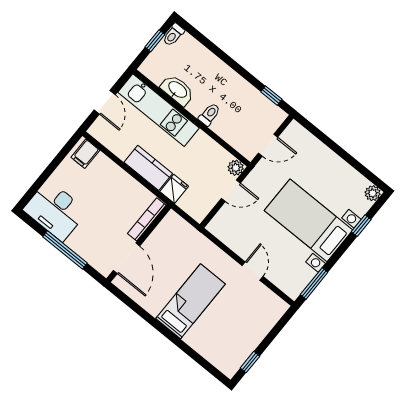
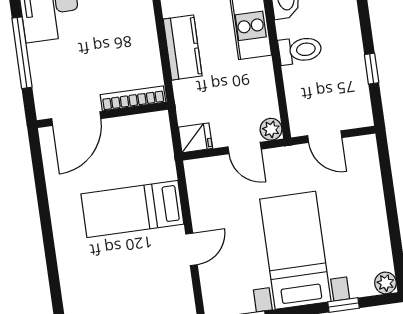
window: (271, 96) -> (372, 69), moved
toilet: (209, 114) -> (300, 50), width x1.37, depth x1.39
fridge: (174, 189) -> (195, 138), moved
bed: (190, 301) -> (132, 209), moved, turned 180

